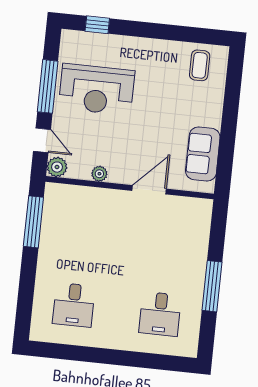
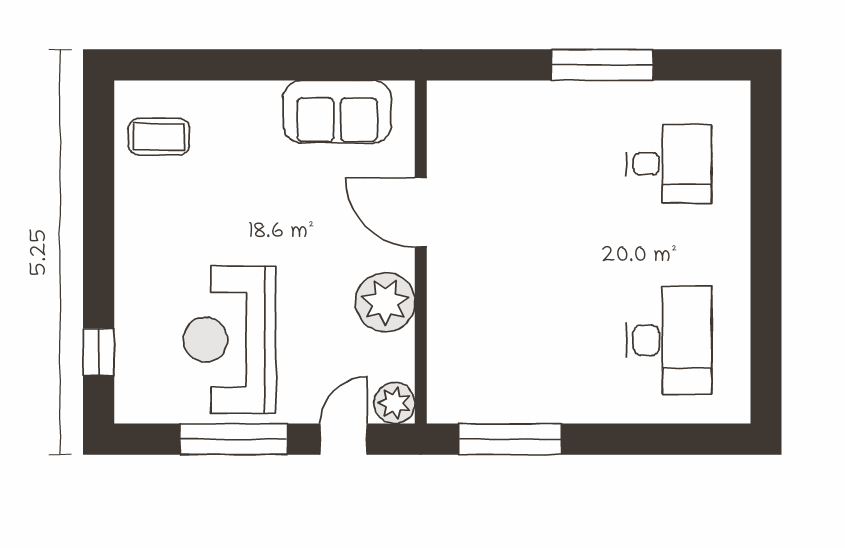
reception desk: (97, 89) -> (229, 340), turned 180
plant: (99, 174) -> (385, 302), width x1.87, depth x1.87
desk: (74, 305) -> (669, 340), width x1.37

